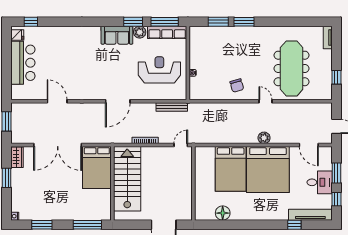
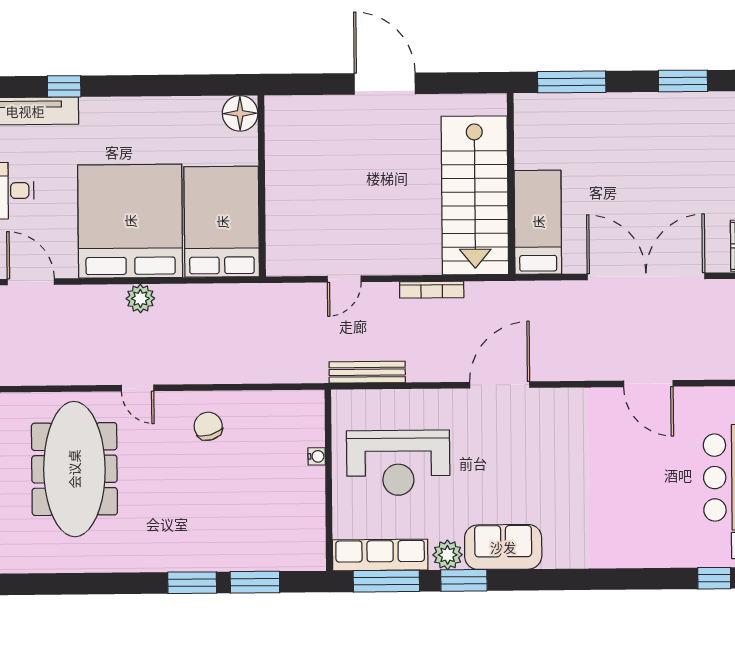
bed: (97, 168) -> (538, 222), width x0.67
wall: (193, 183) -> (262, 186), moved

